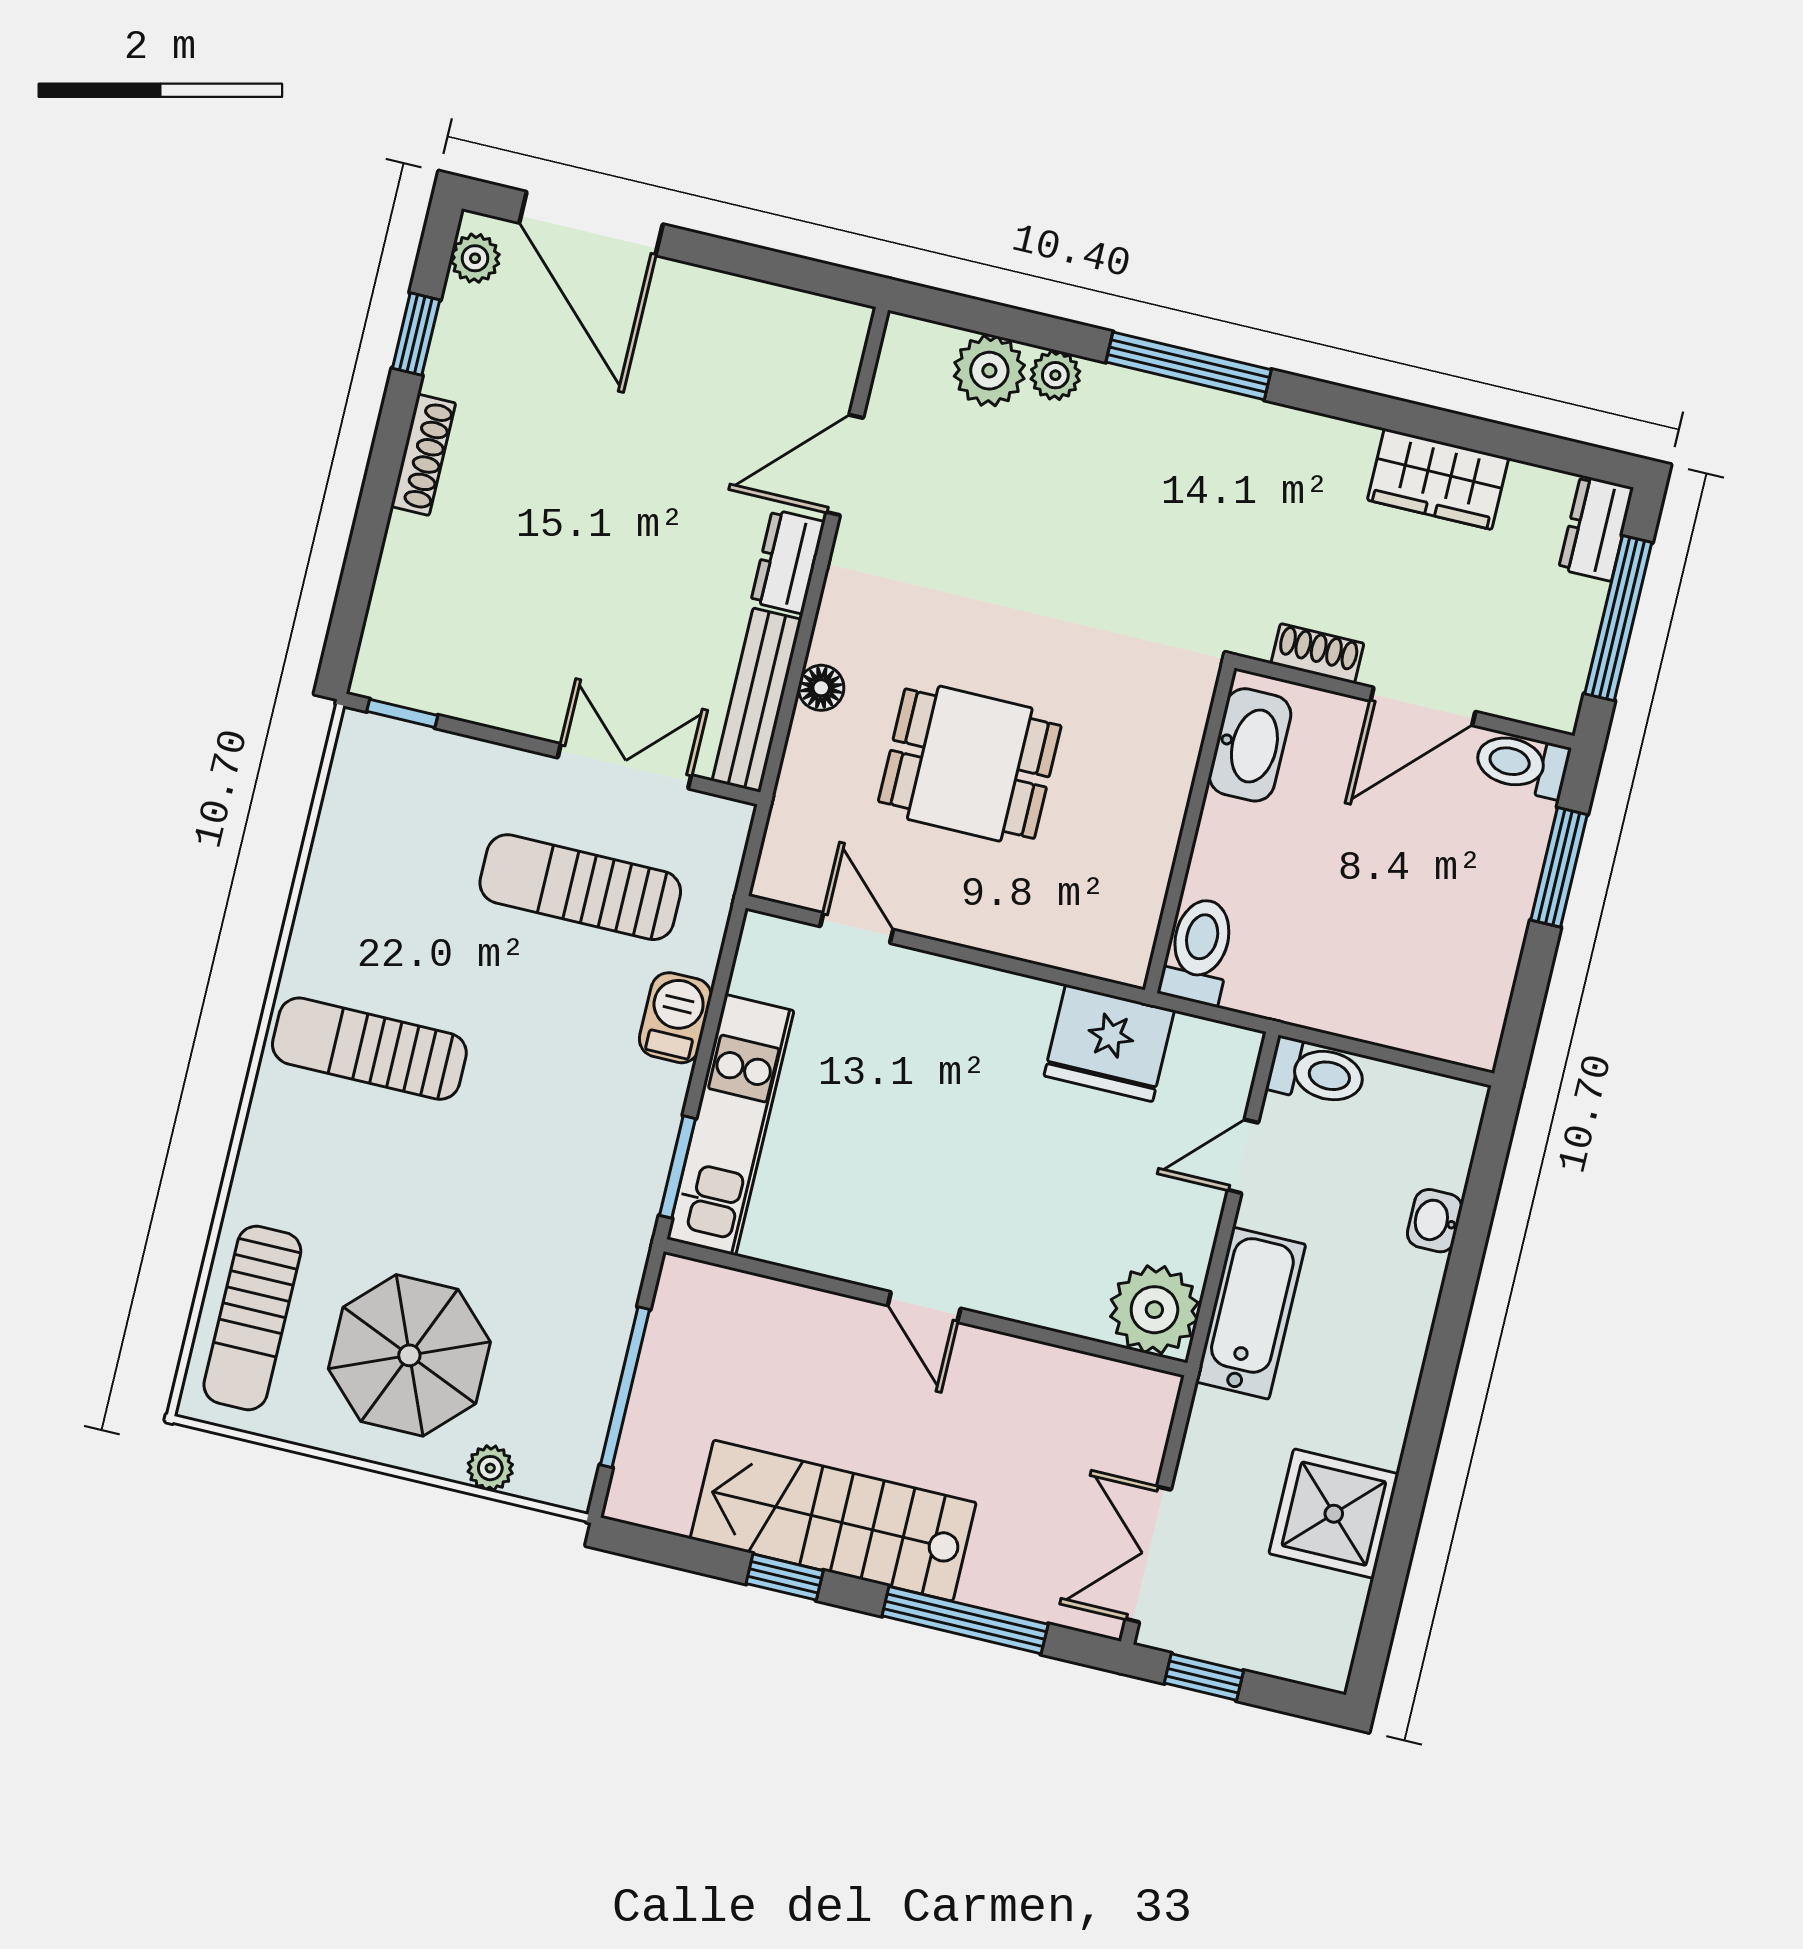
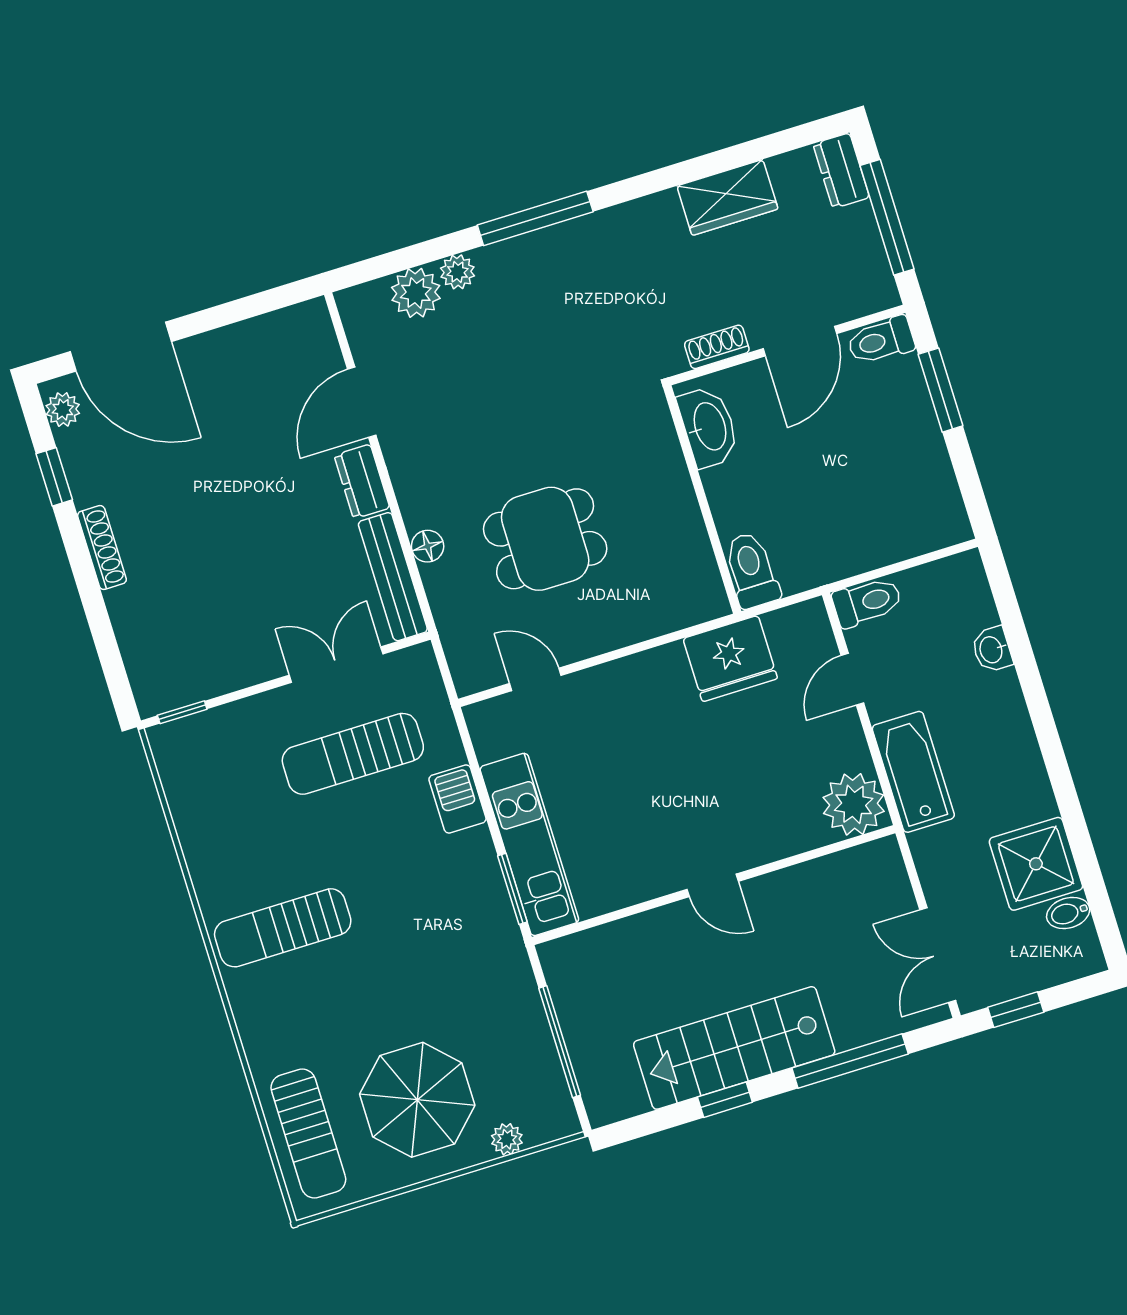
bidet: (1338, 1597) -> (1068, 913), added

